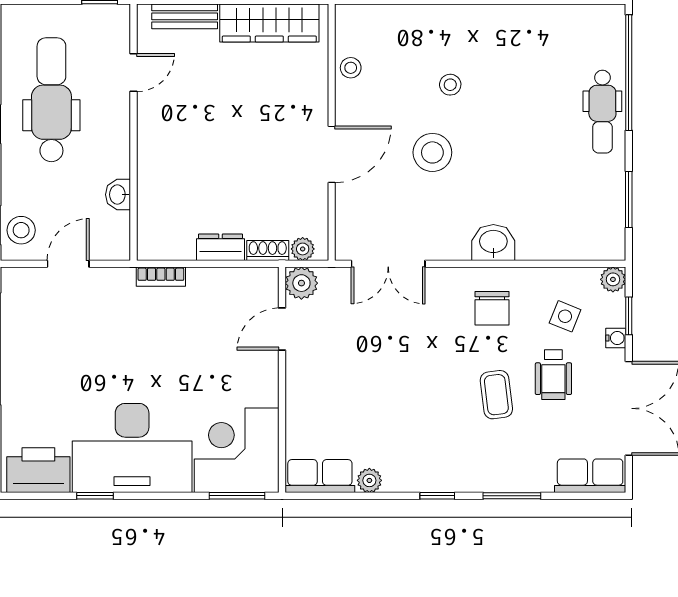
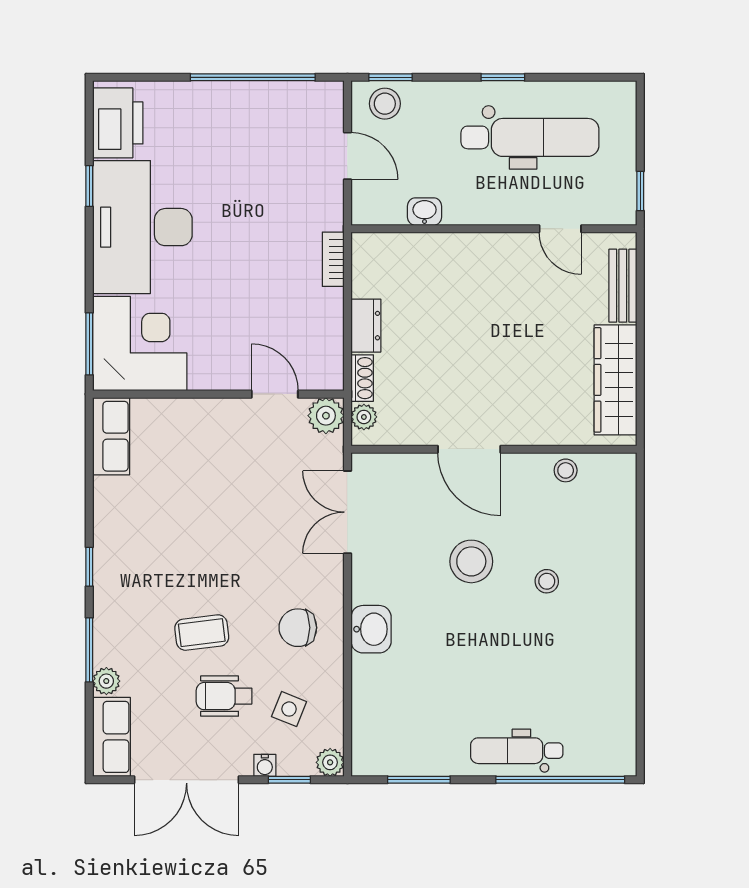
plant: (369, 480) -> (106, 681), moved

